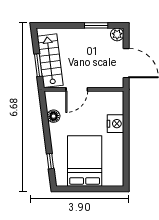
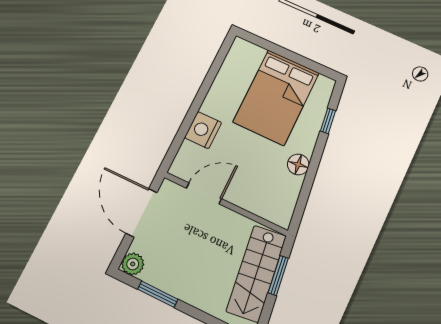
door: (77, 89) -> (204, 193), moved
floor lamp: (54, 116) -> (298, 164), moved

